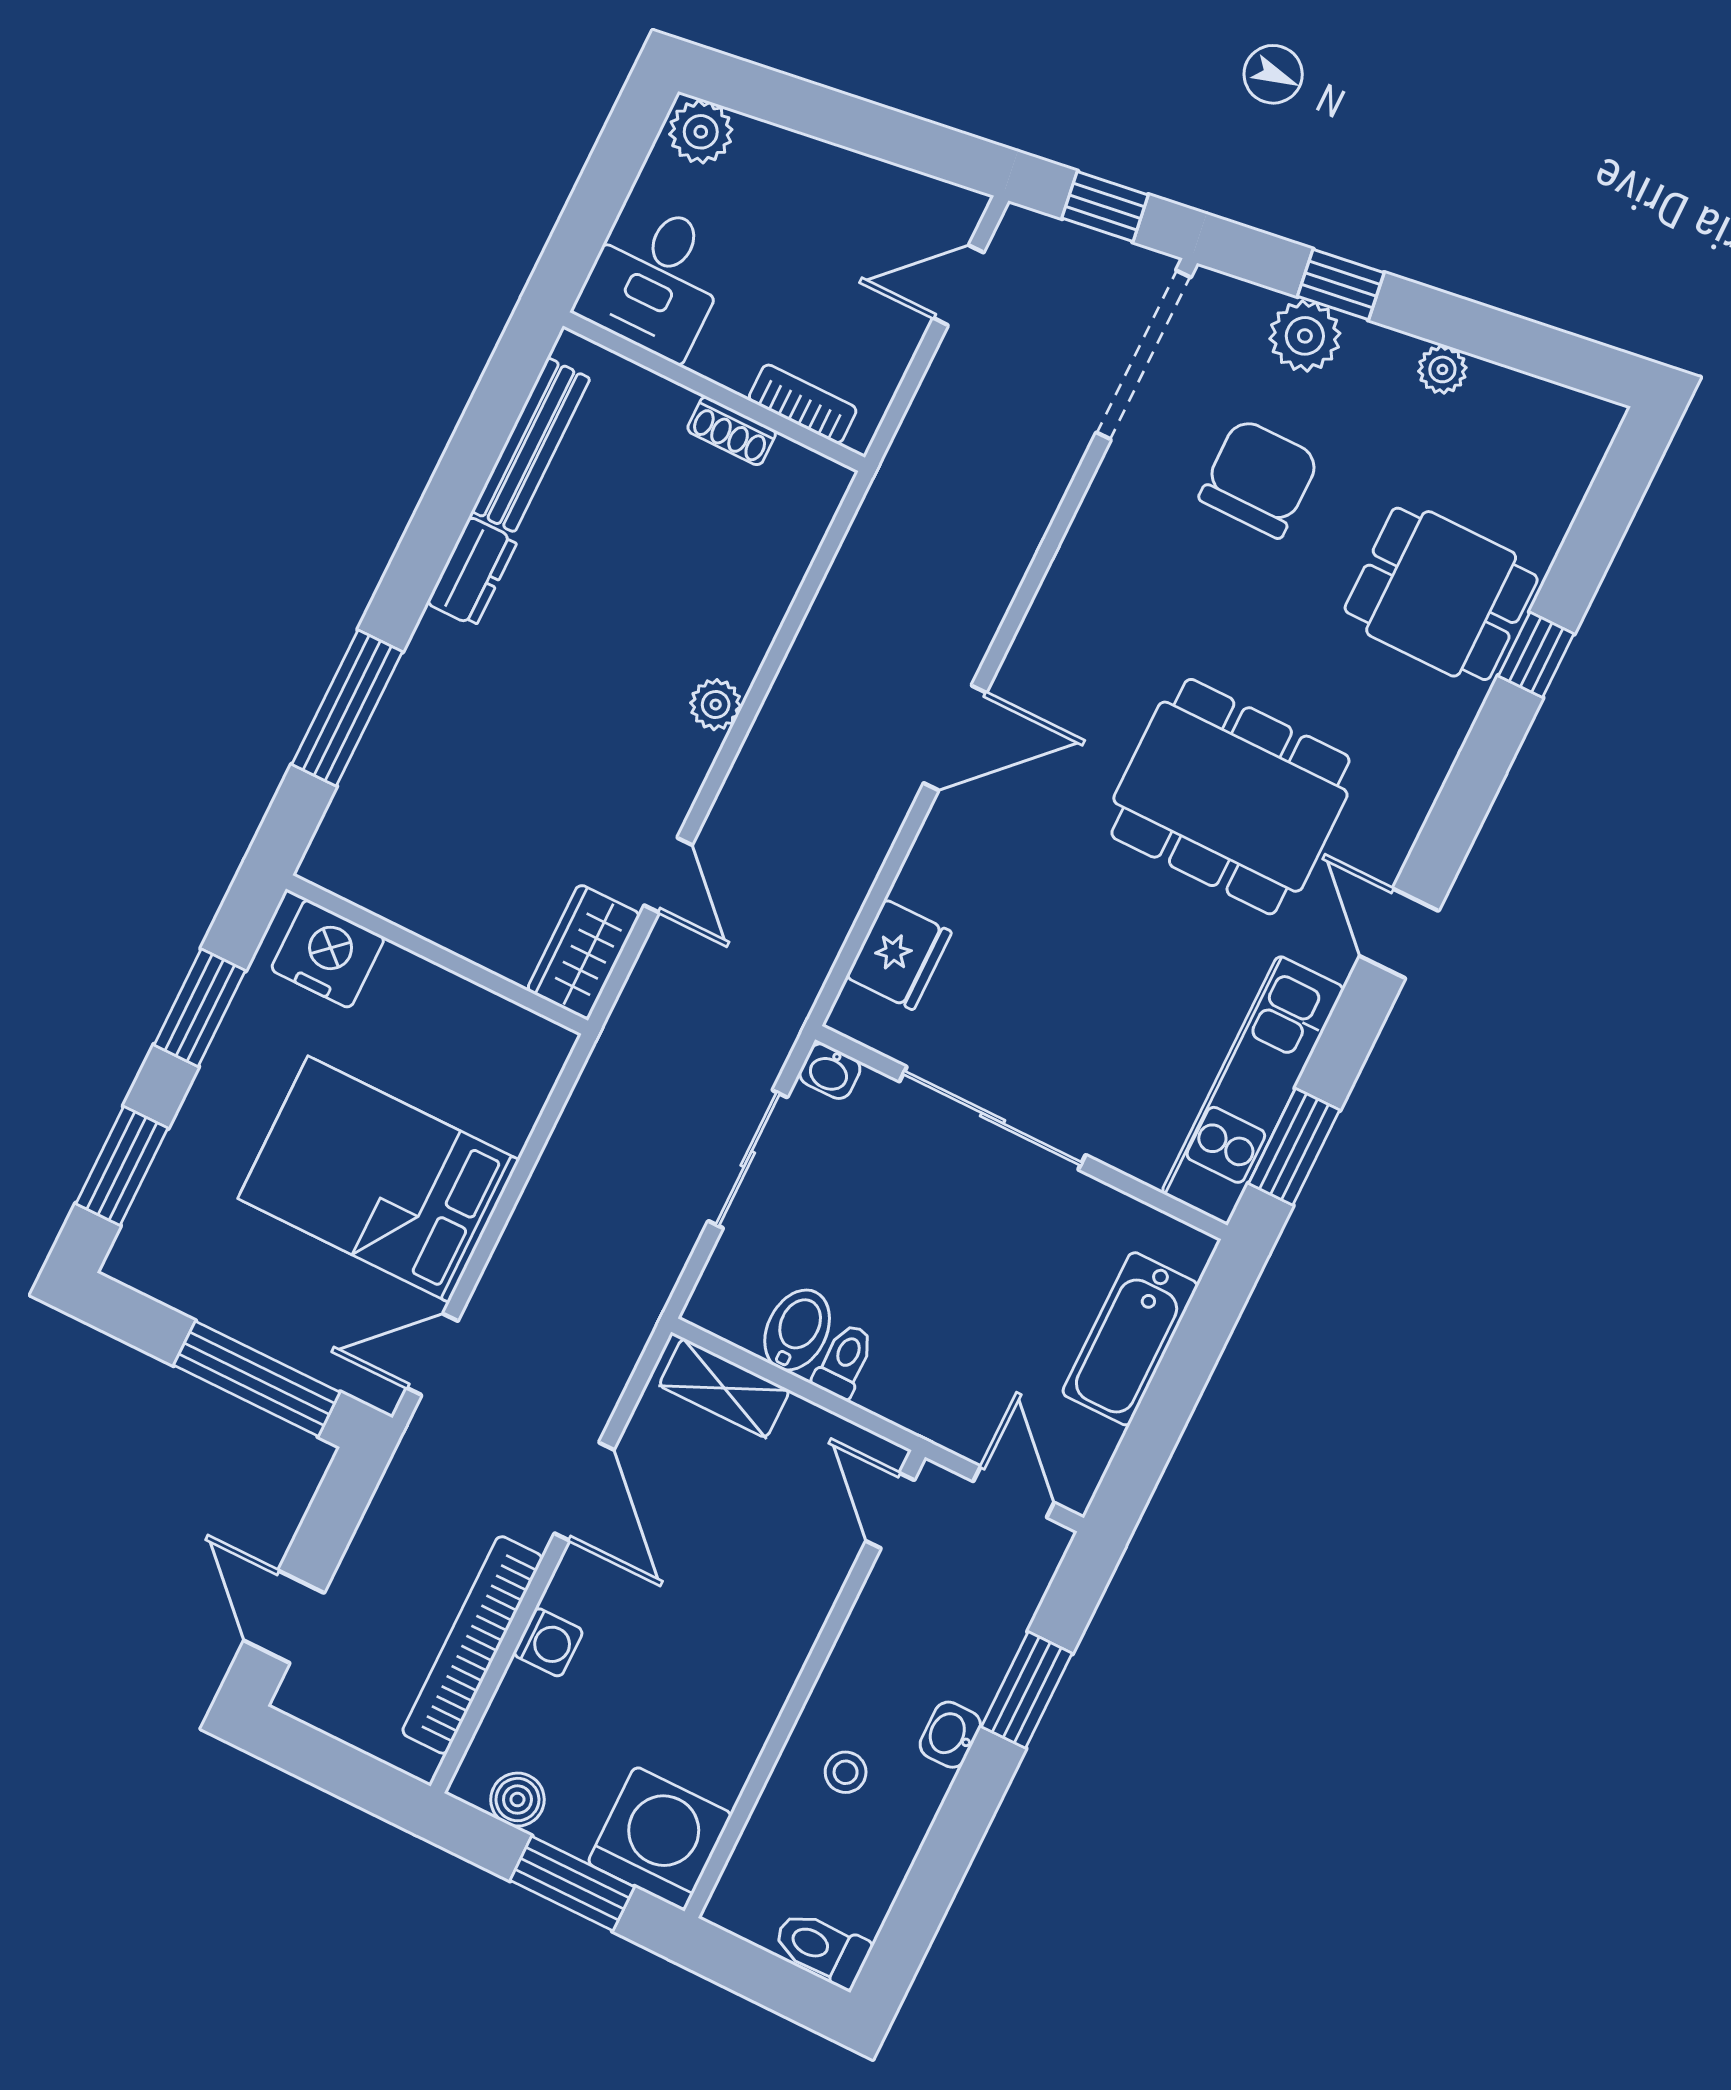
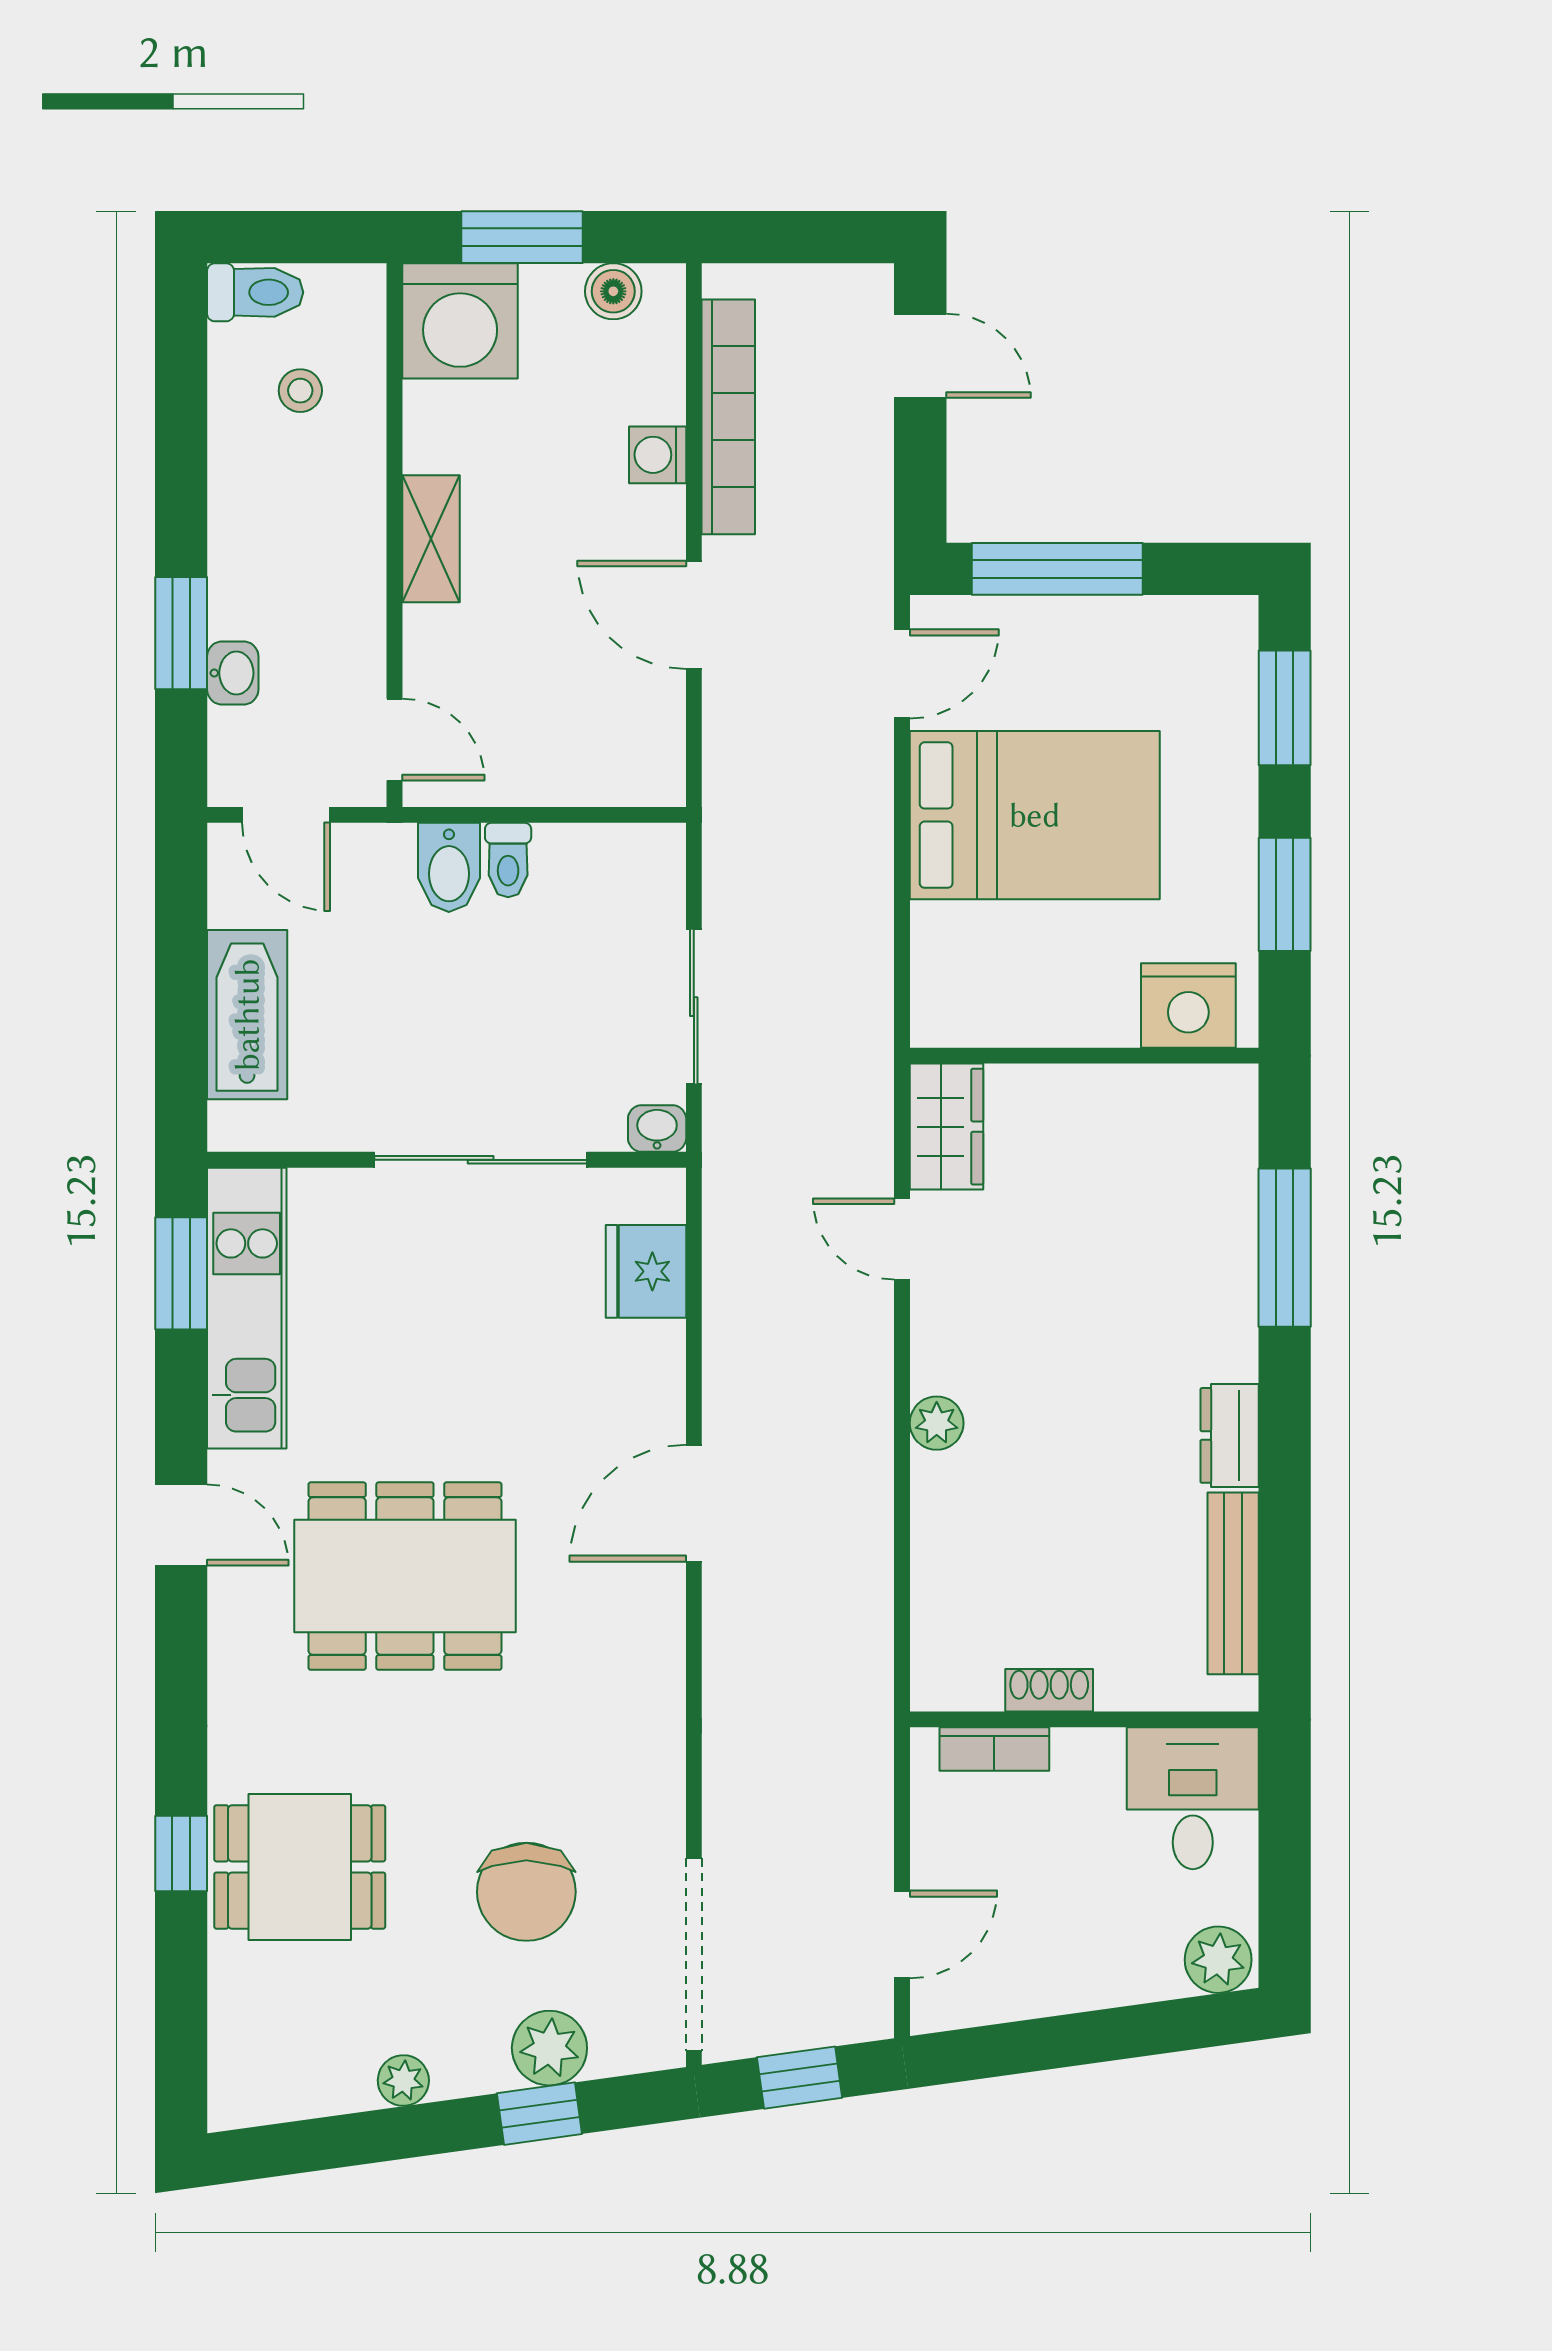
bidet: (797, 1330) -> (449, 867), moved
shelving: (724, 1388) -> (431, 539), moved, turned 90
washbasin: (950, 1735) -> (233, 673), moved
stool: (846, 1772) -> (300, 391), moved

